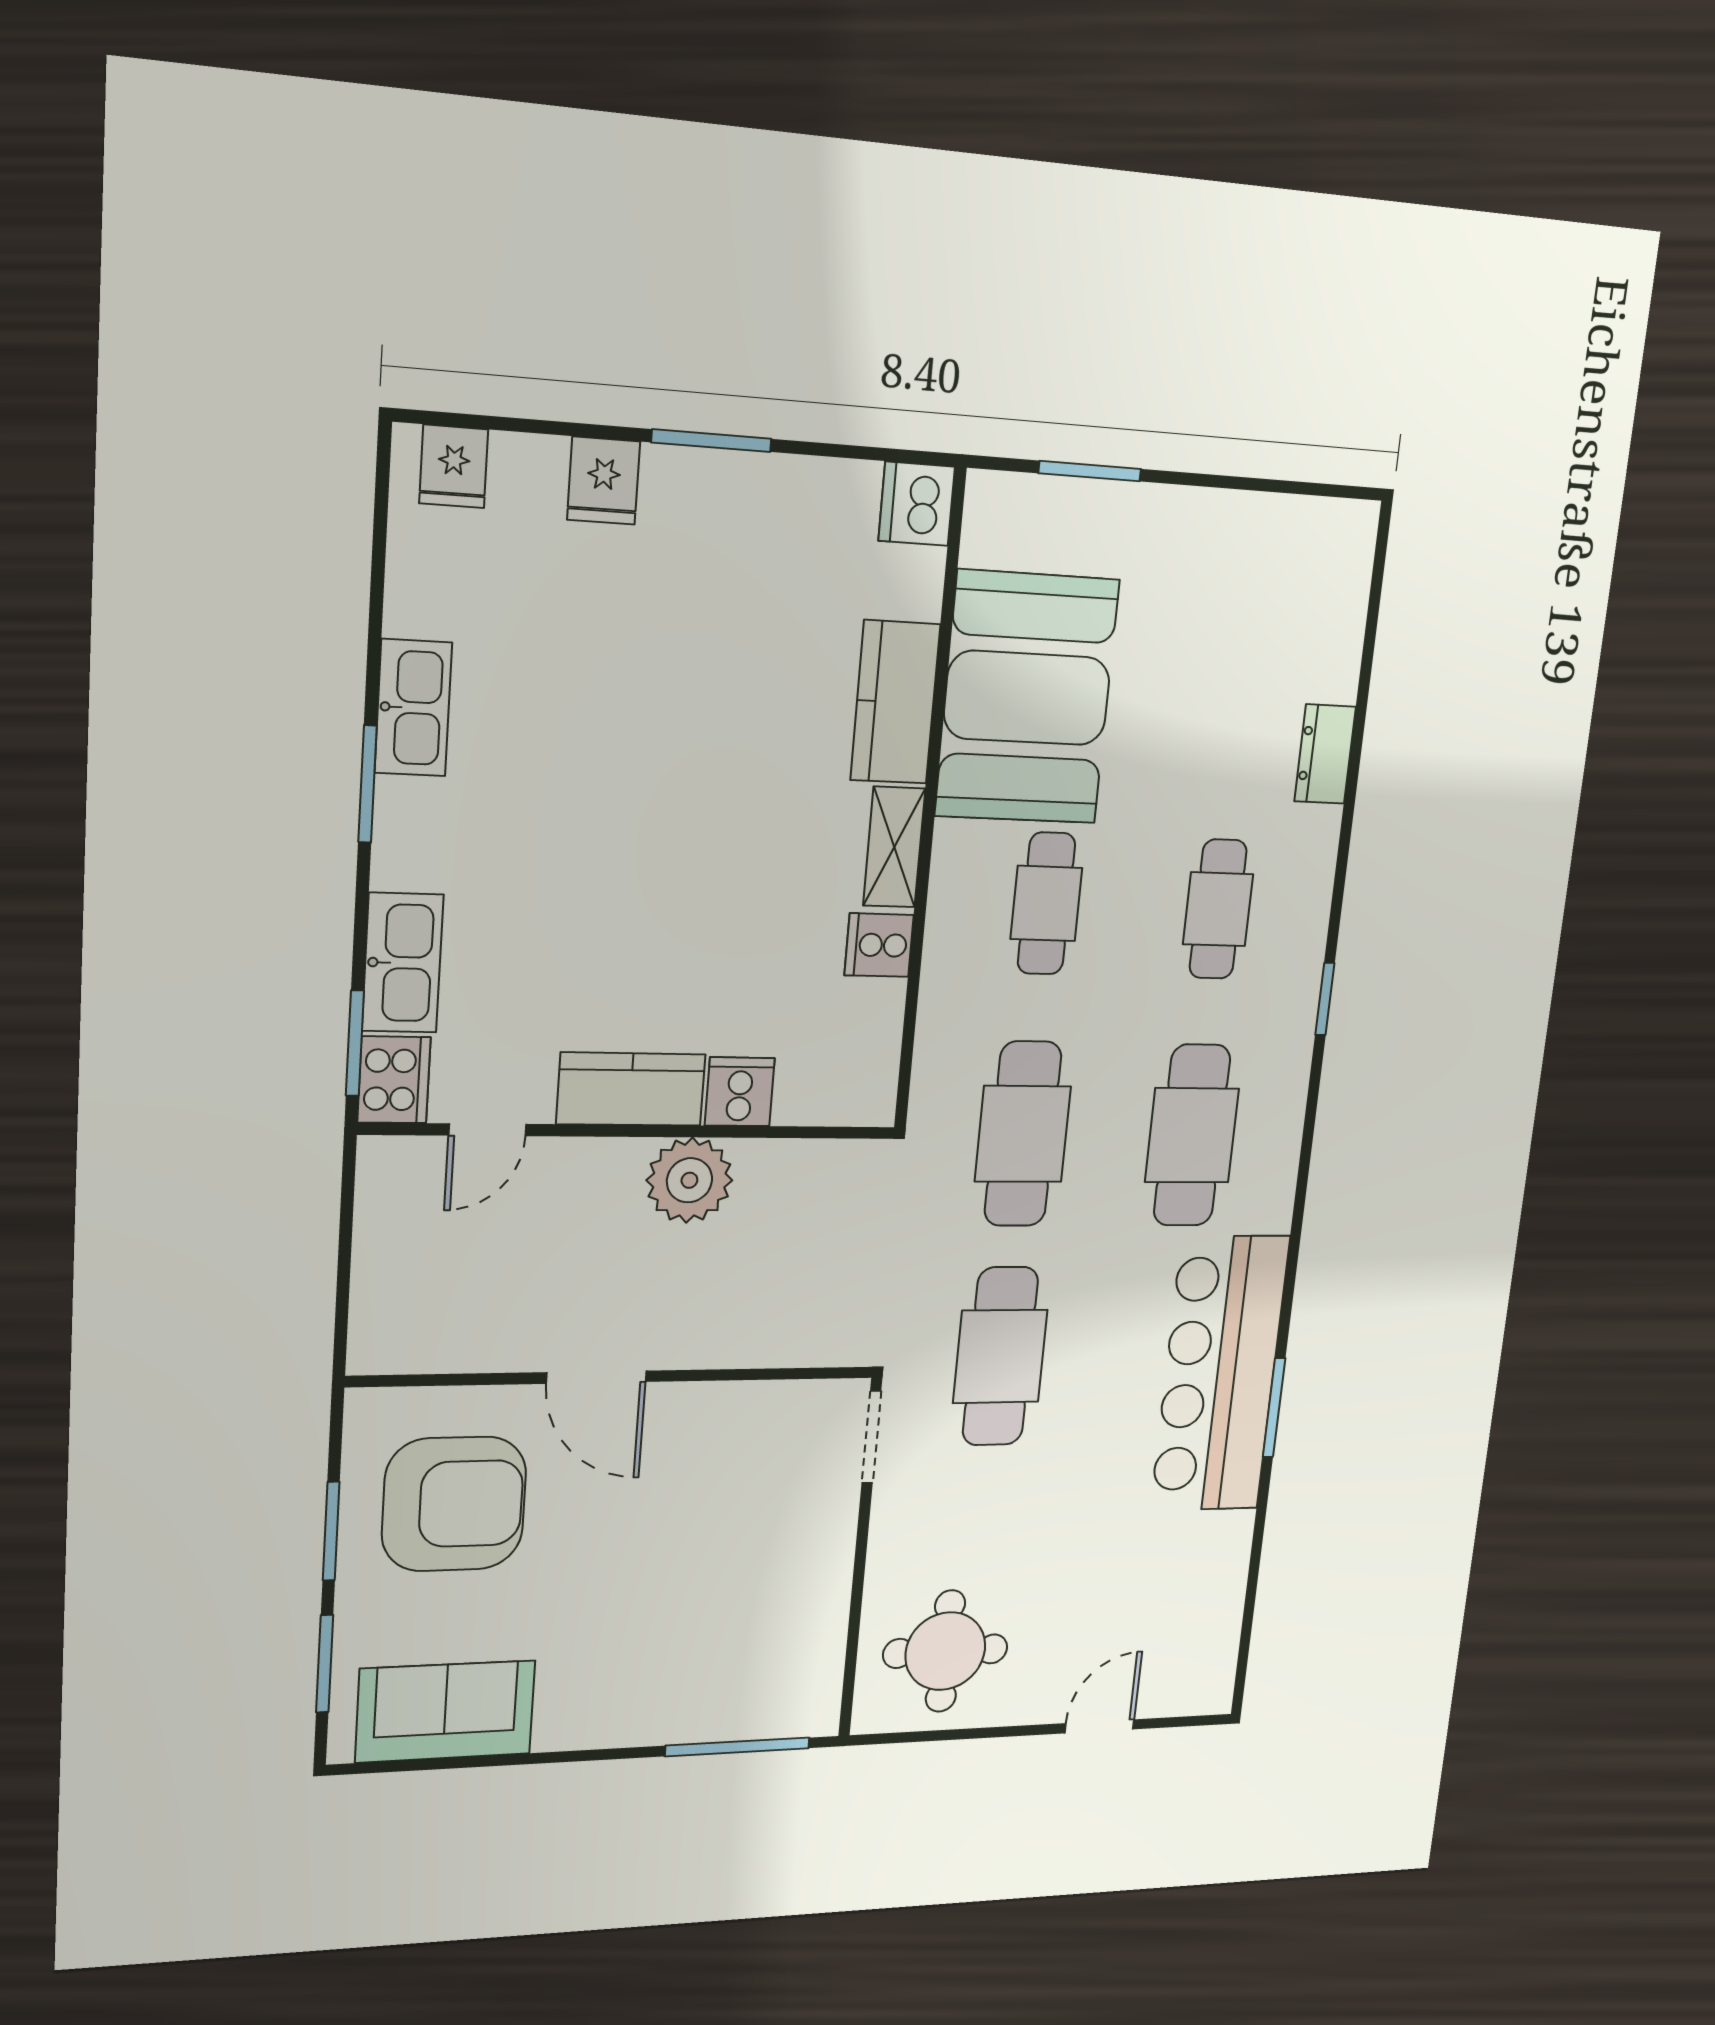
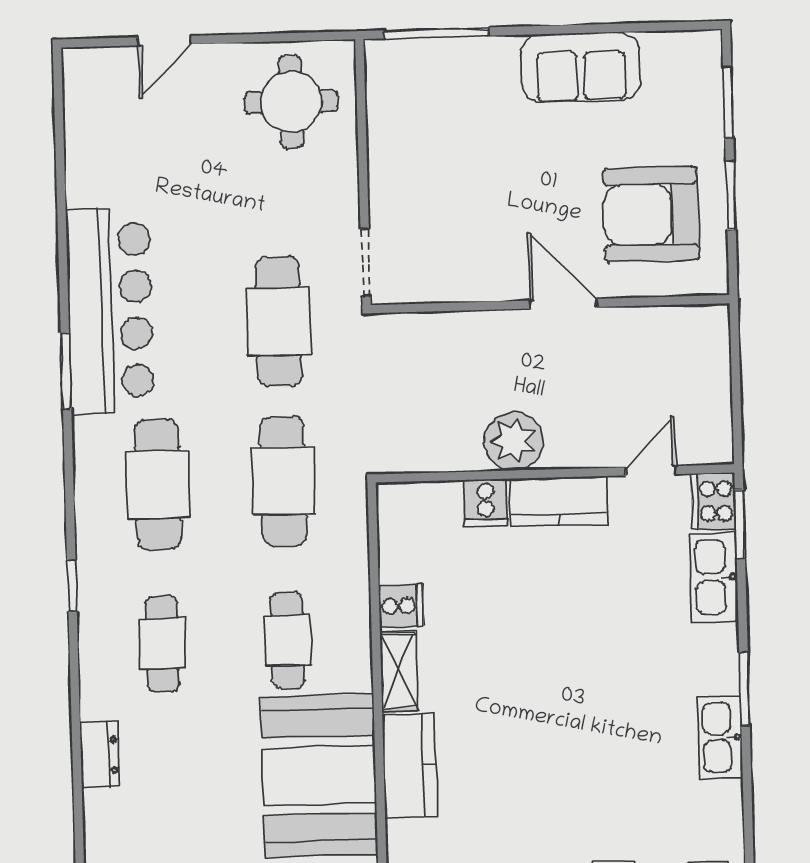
window: (1274, 1408) -> (66, 371), moved
sofa: (445, 1711) -> (581, 67), moved

